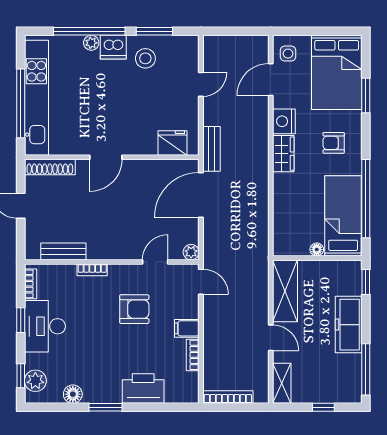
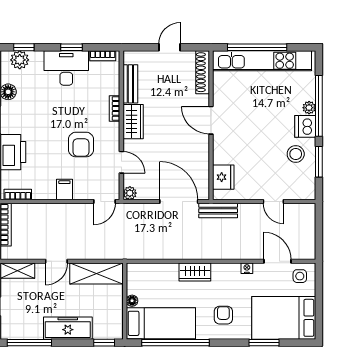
nightstand: (284, 121) -> (247, 268), width x0.53, depth x0.56
wardrobe: (283, 154) -> (195, 272), moved
wardrobe: (108, 248) -> (133, 122), added
bookcase: (193, 355) -> (18, 194), moved

